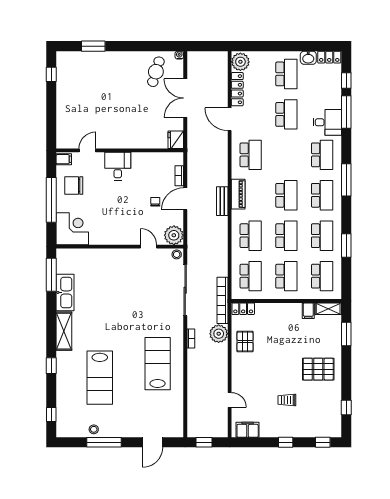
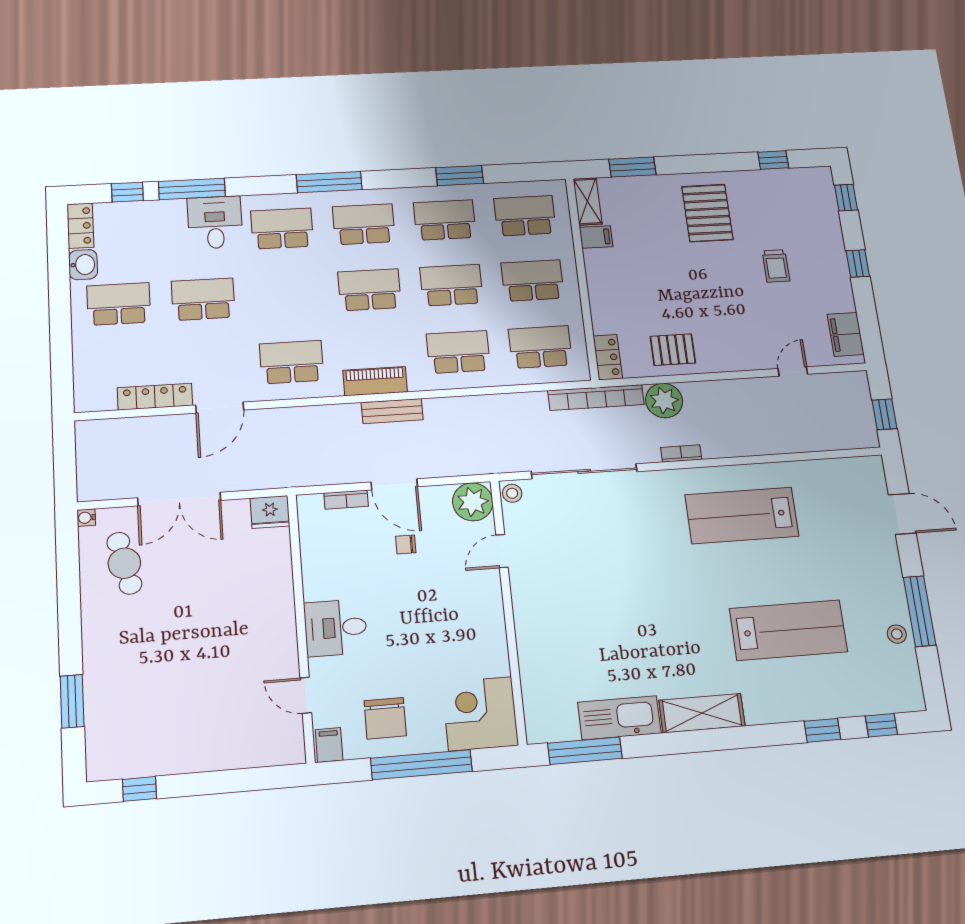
plant: (240, 62) -> (96, 394), removed
cafe table: (156, 72) -> (124, 563), turned 60
window: (51, 366) -> (822, 730), moved

